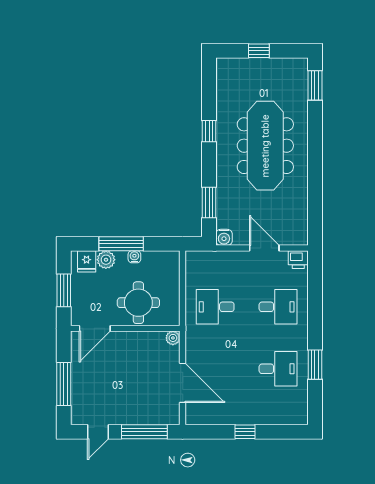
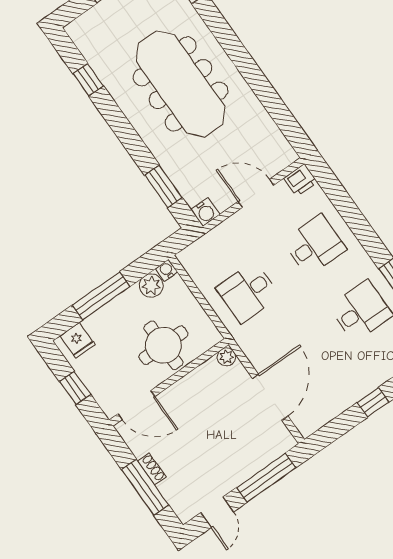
window: (209, 131) -> (88, 80), moved
water cooler: (134, 257) -> (167, 270), moved
plant: (106, 260) -> (151, 286), moved
window: (64, 290) -> (75, 388), width x0.67
door: (95, 328) -> (136, 405), hinge flipped
shoe rack: (76, 375) -> (152, 469), added
door: (183, 383) -> (270, 397), hinge flipped

